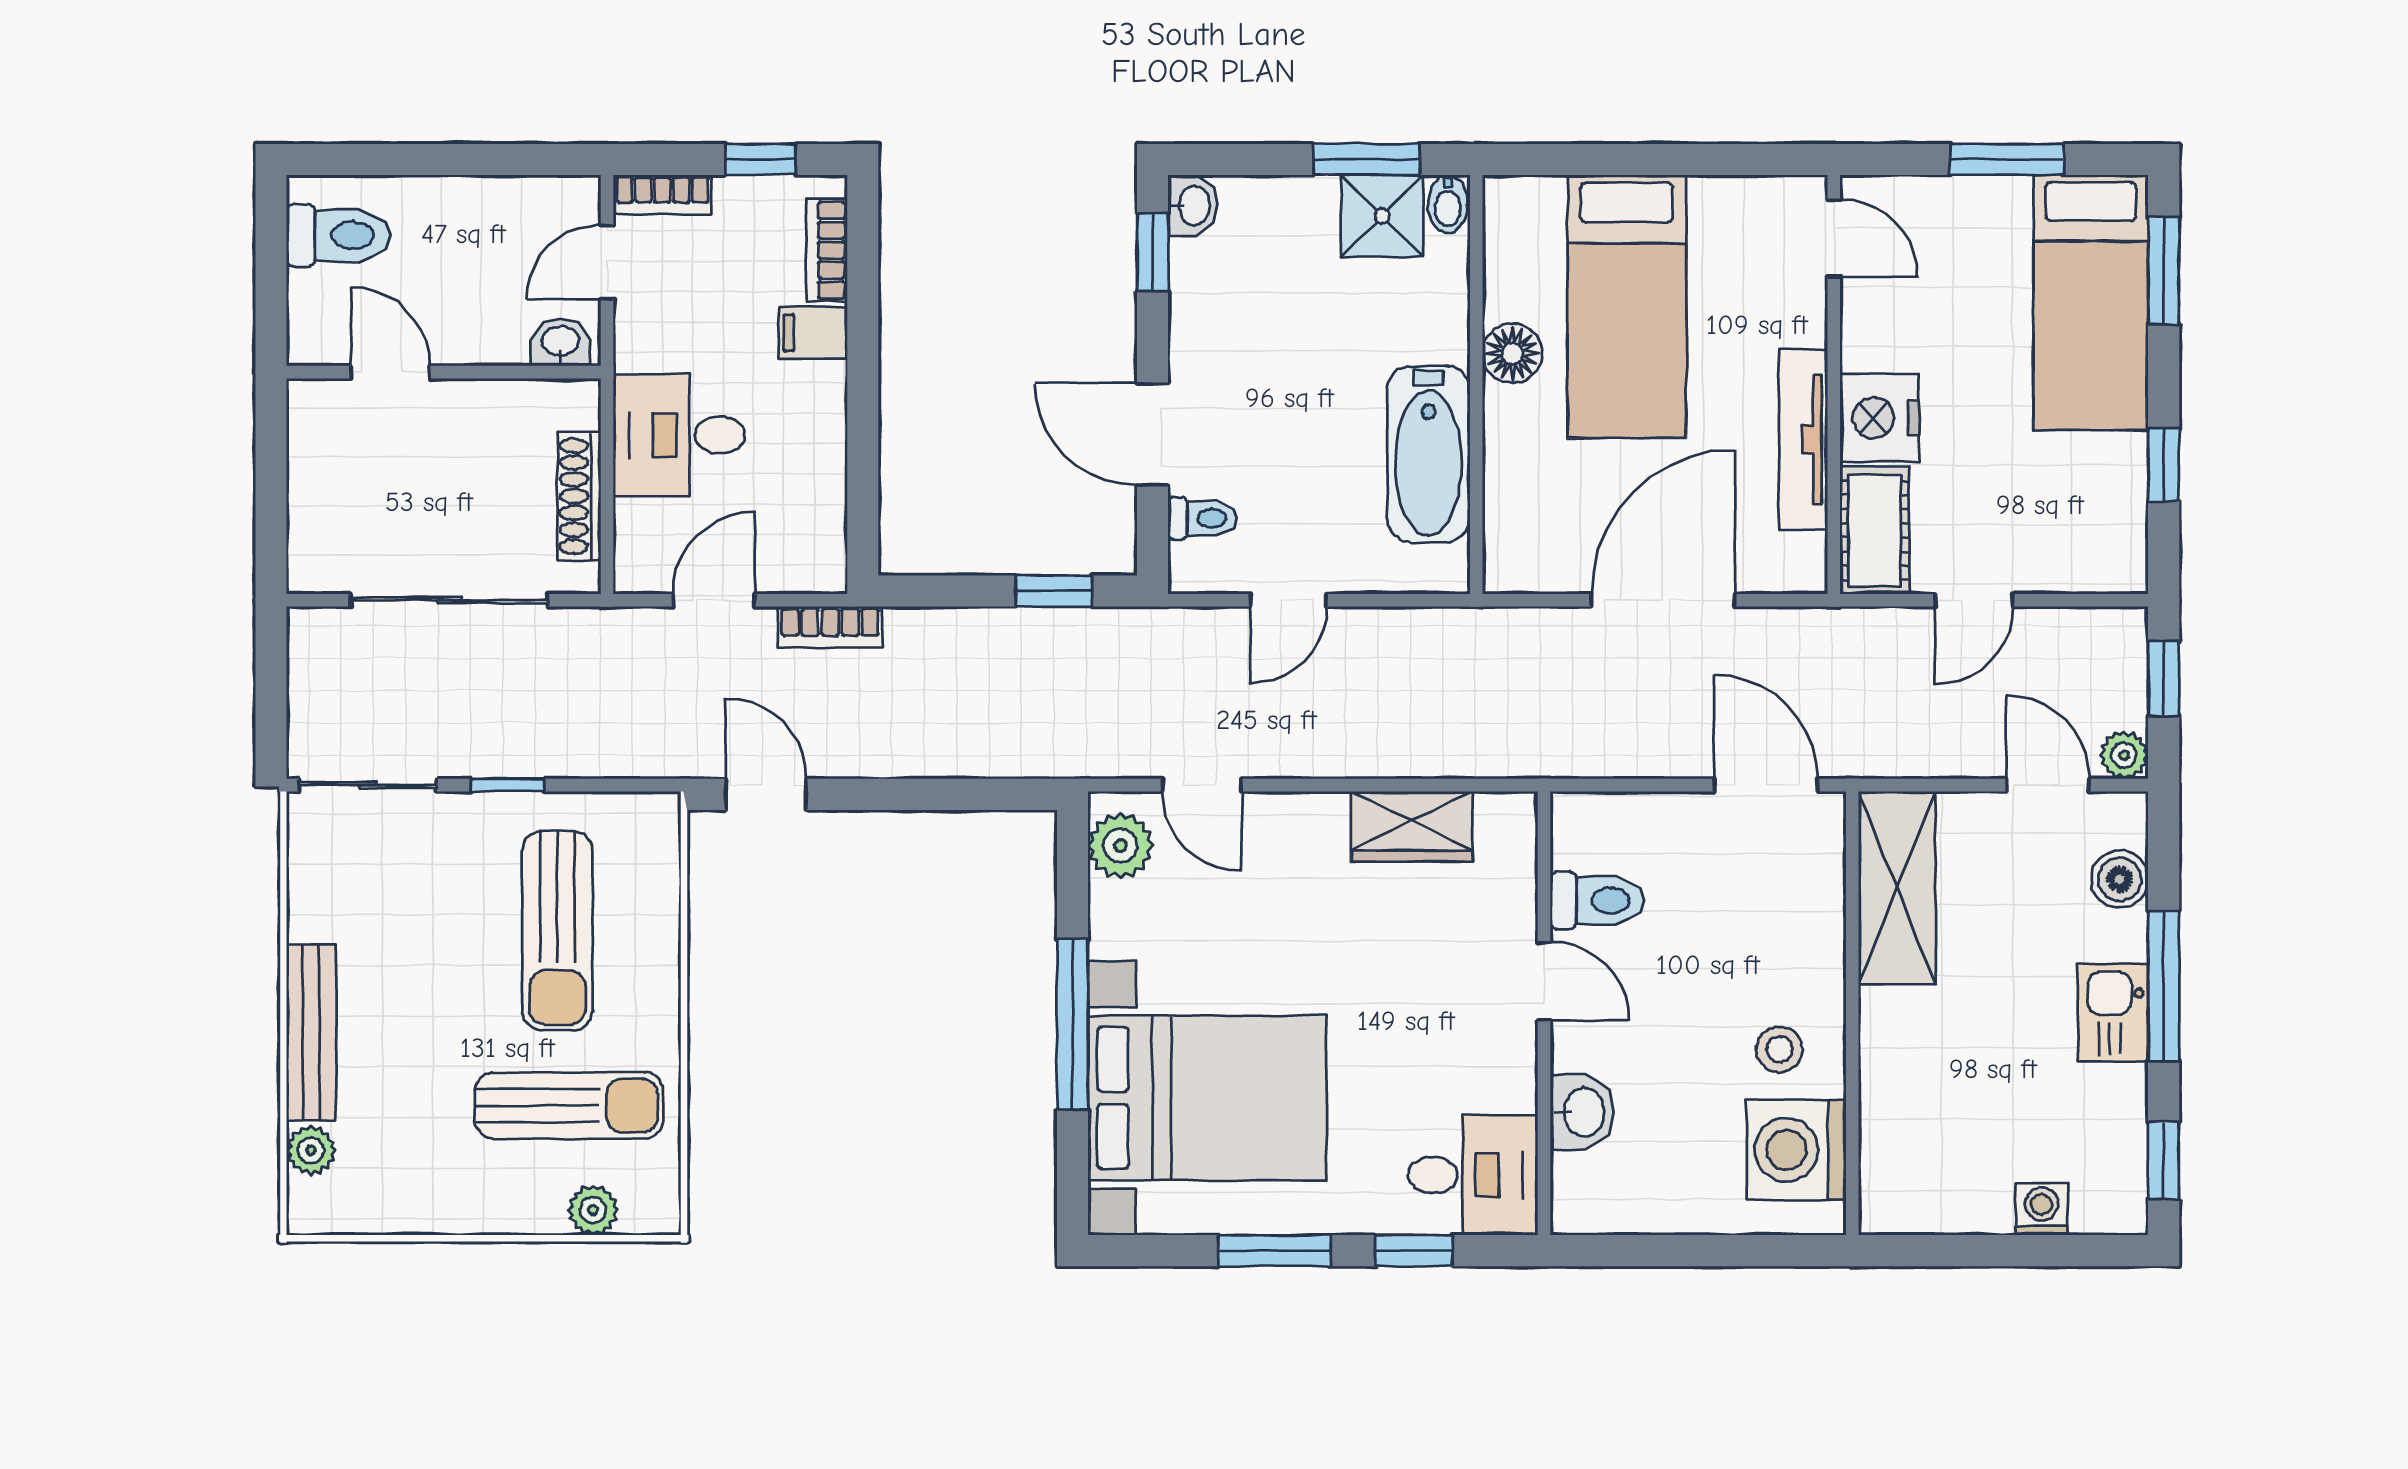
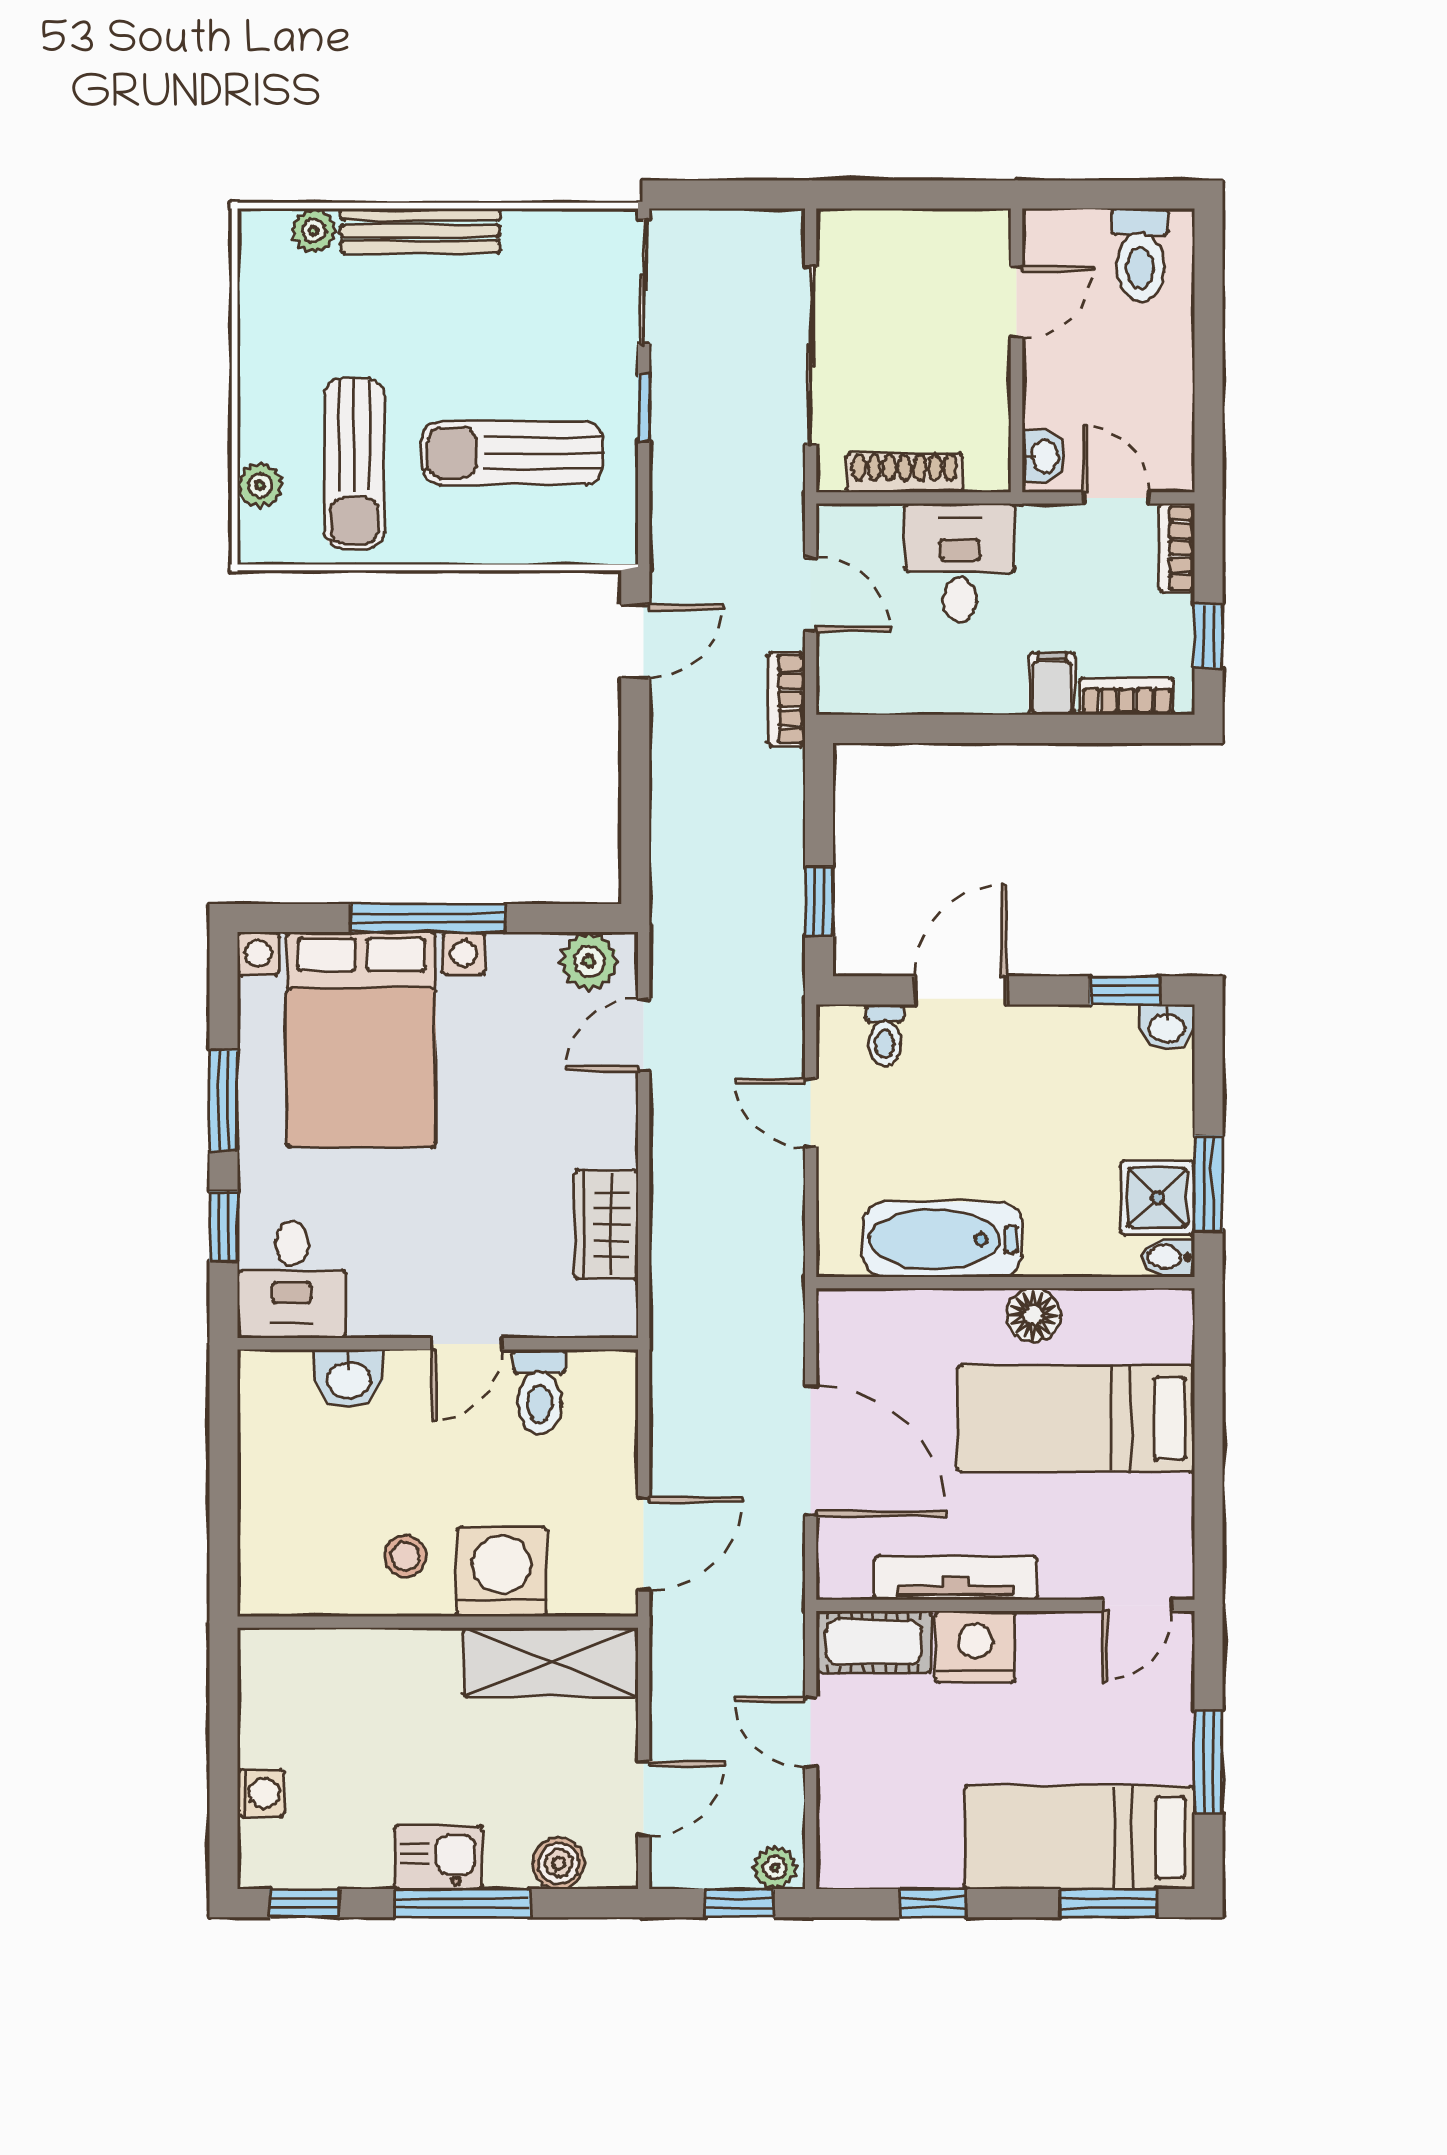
plant: (2124, 755) -> (775, 1868), moved
washing machine: (1796, 1150) -> (502, 1572), moved

